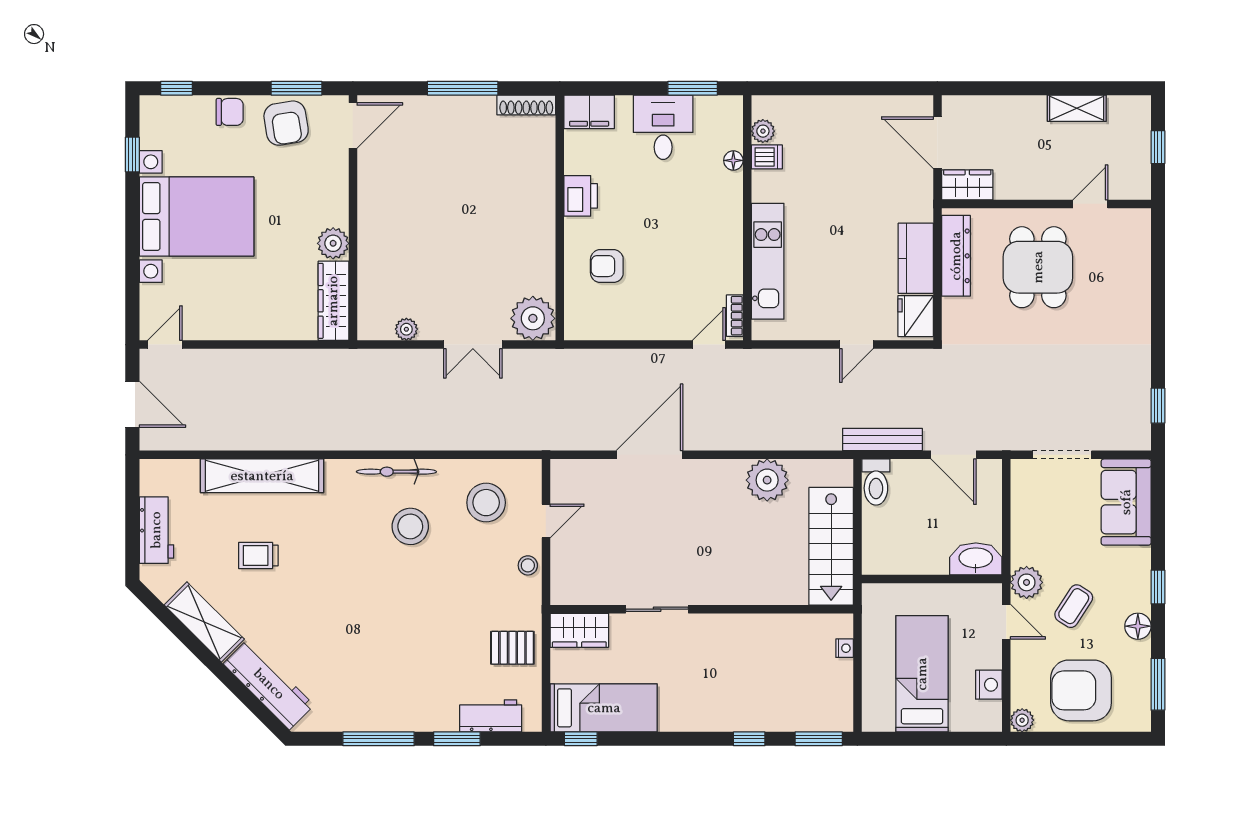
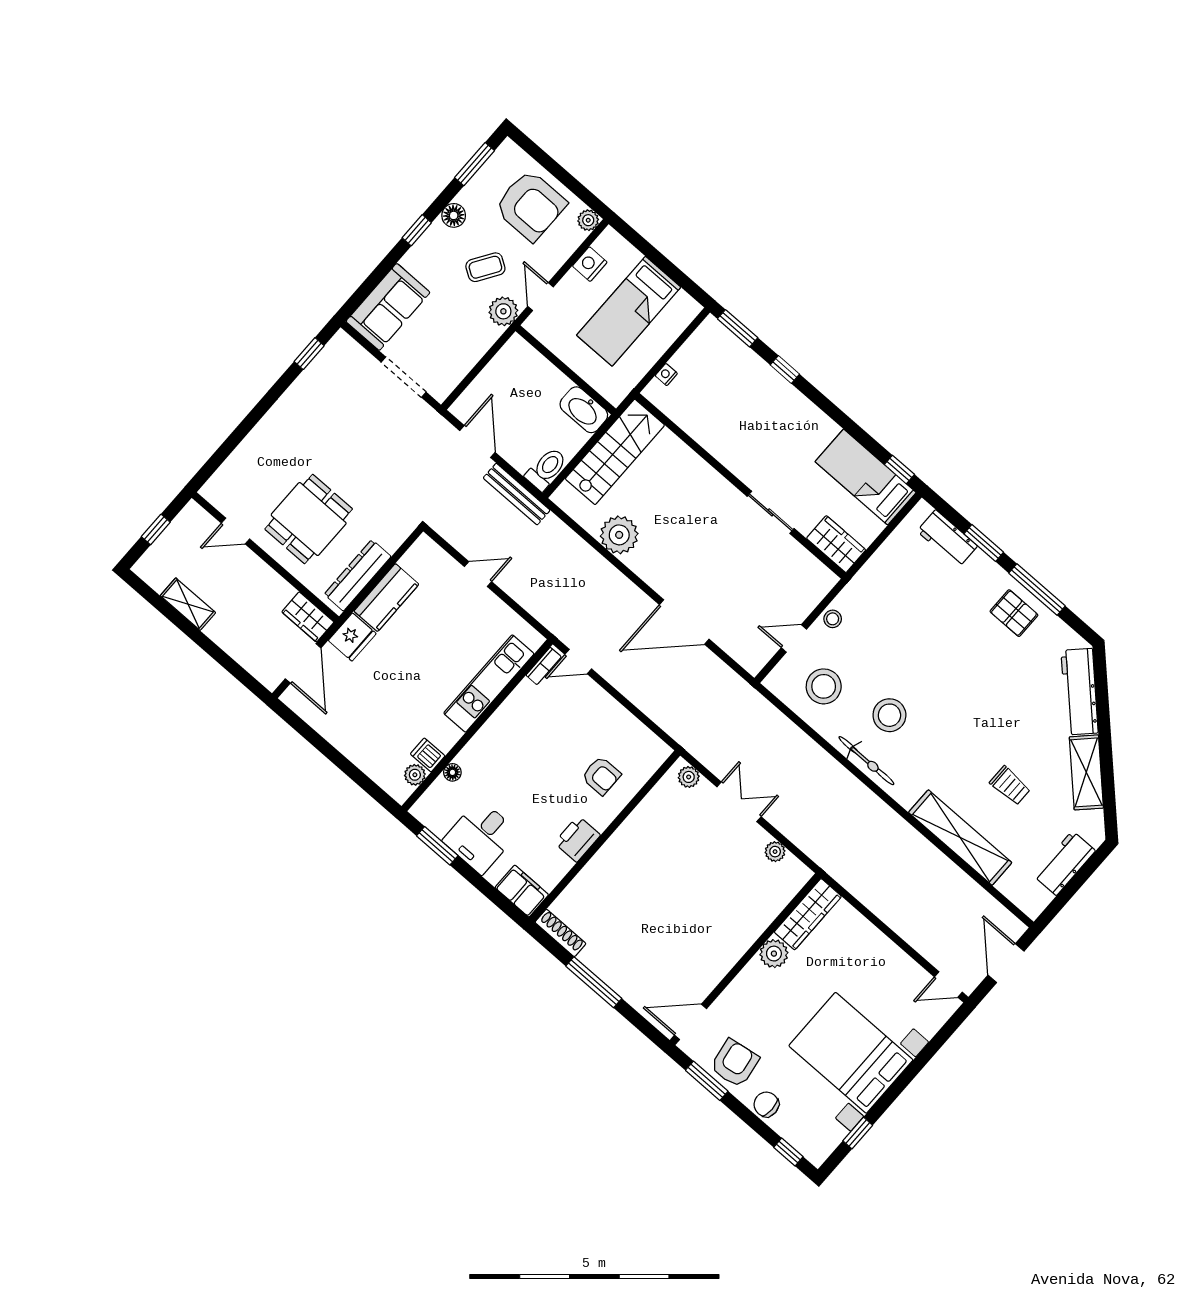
fridge: (916, 316) -> (352, 637), moved
plant: (533, 318) -> (689, 777), width x0.53, depth x0.53
washbasin: (976, 559) -> (584, 410), moved
pallet: (512, 648) -> (1014, 613), moved

